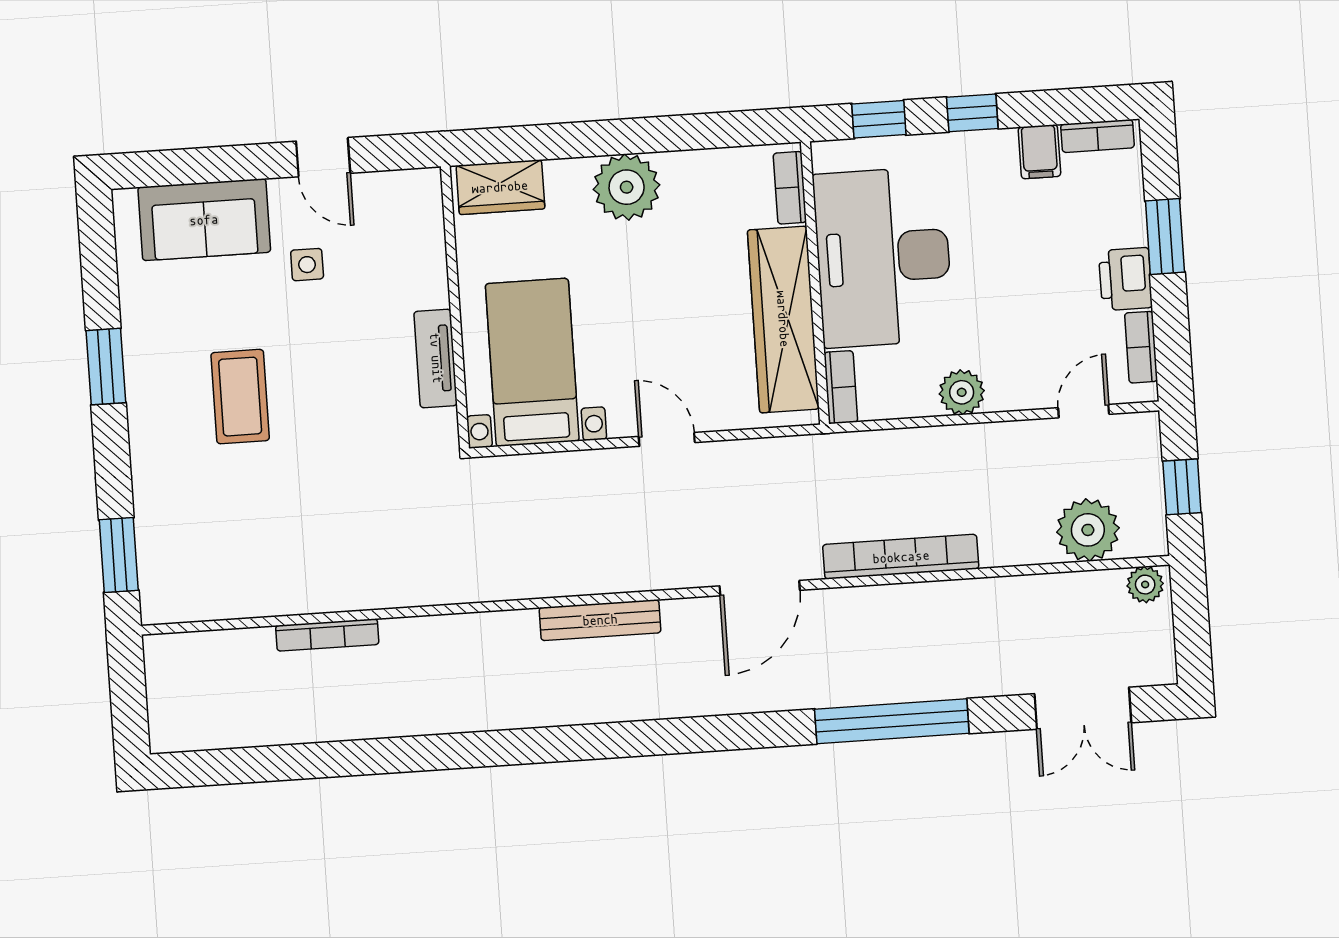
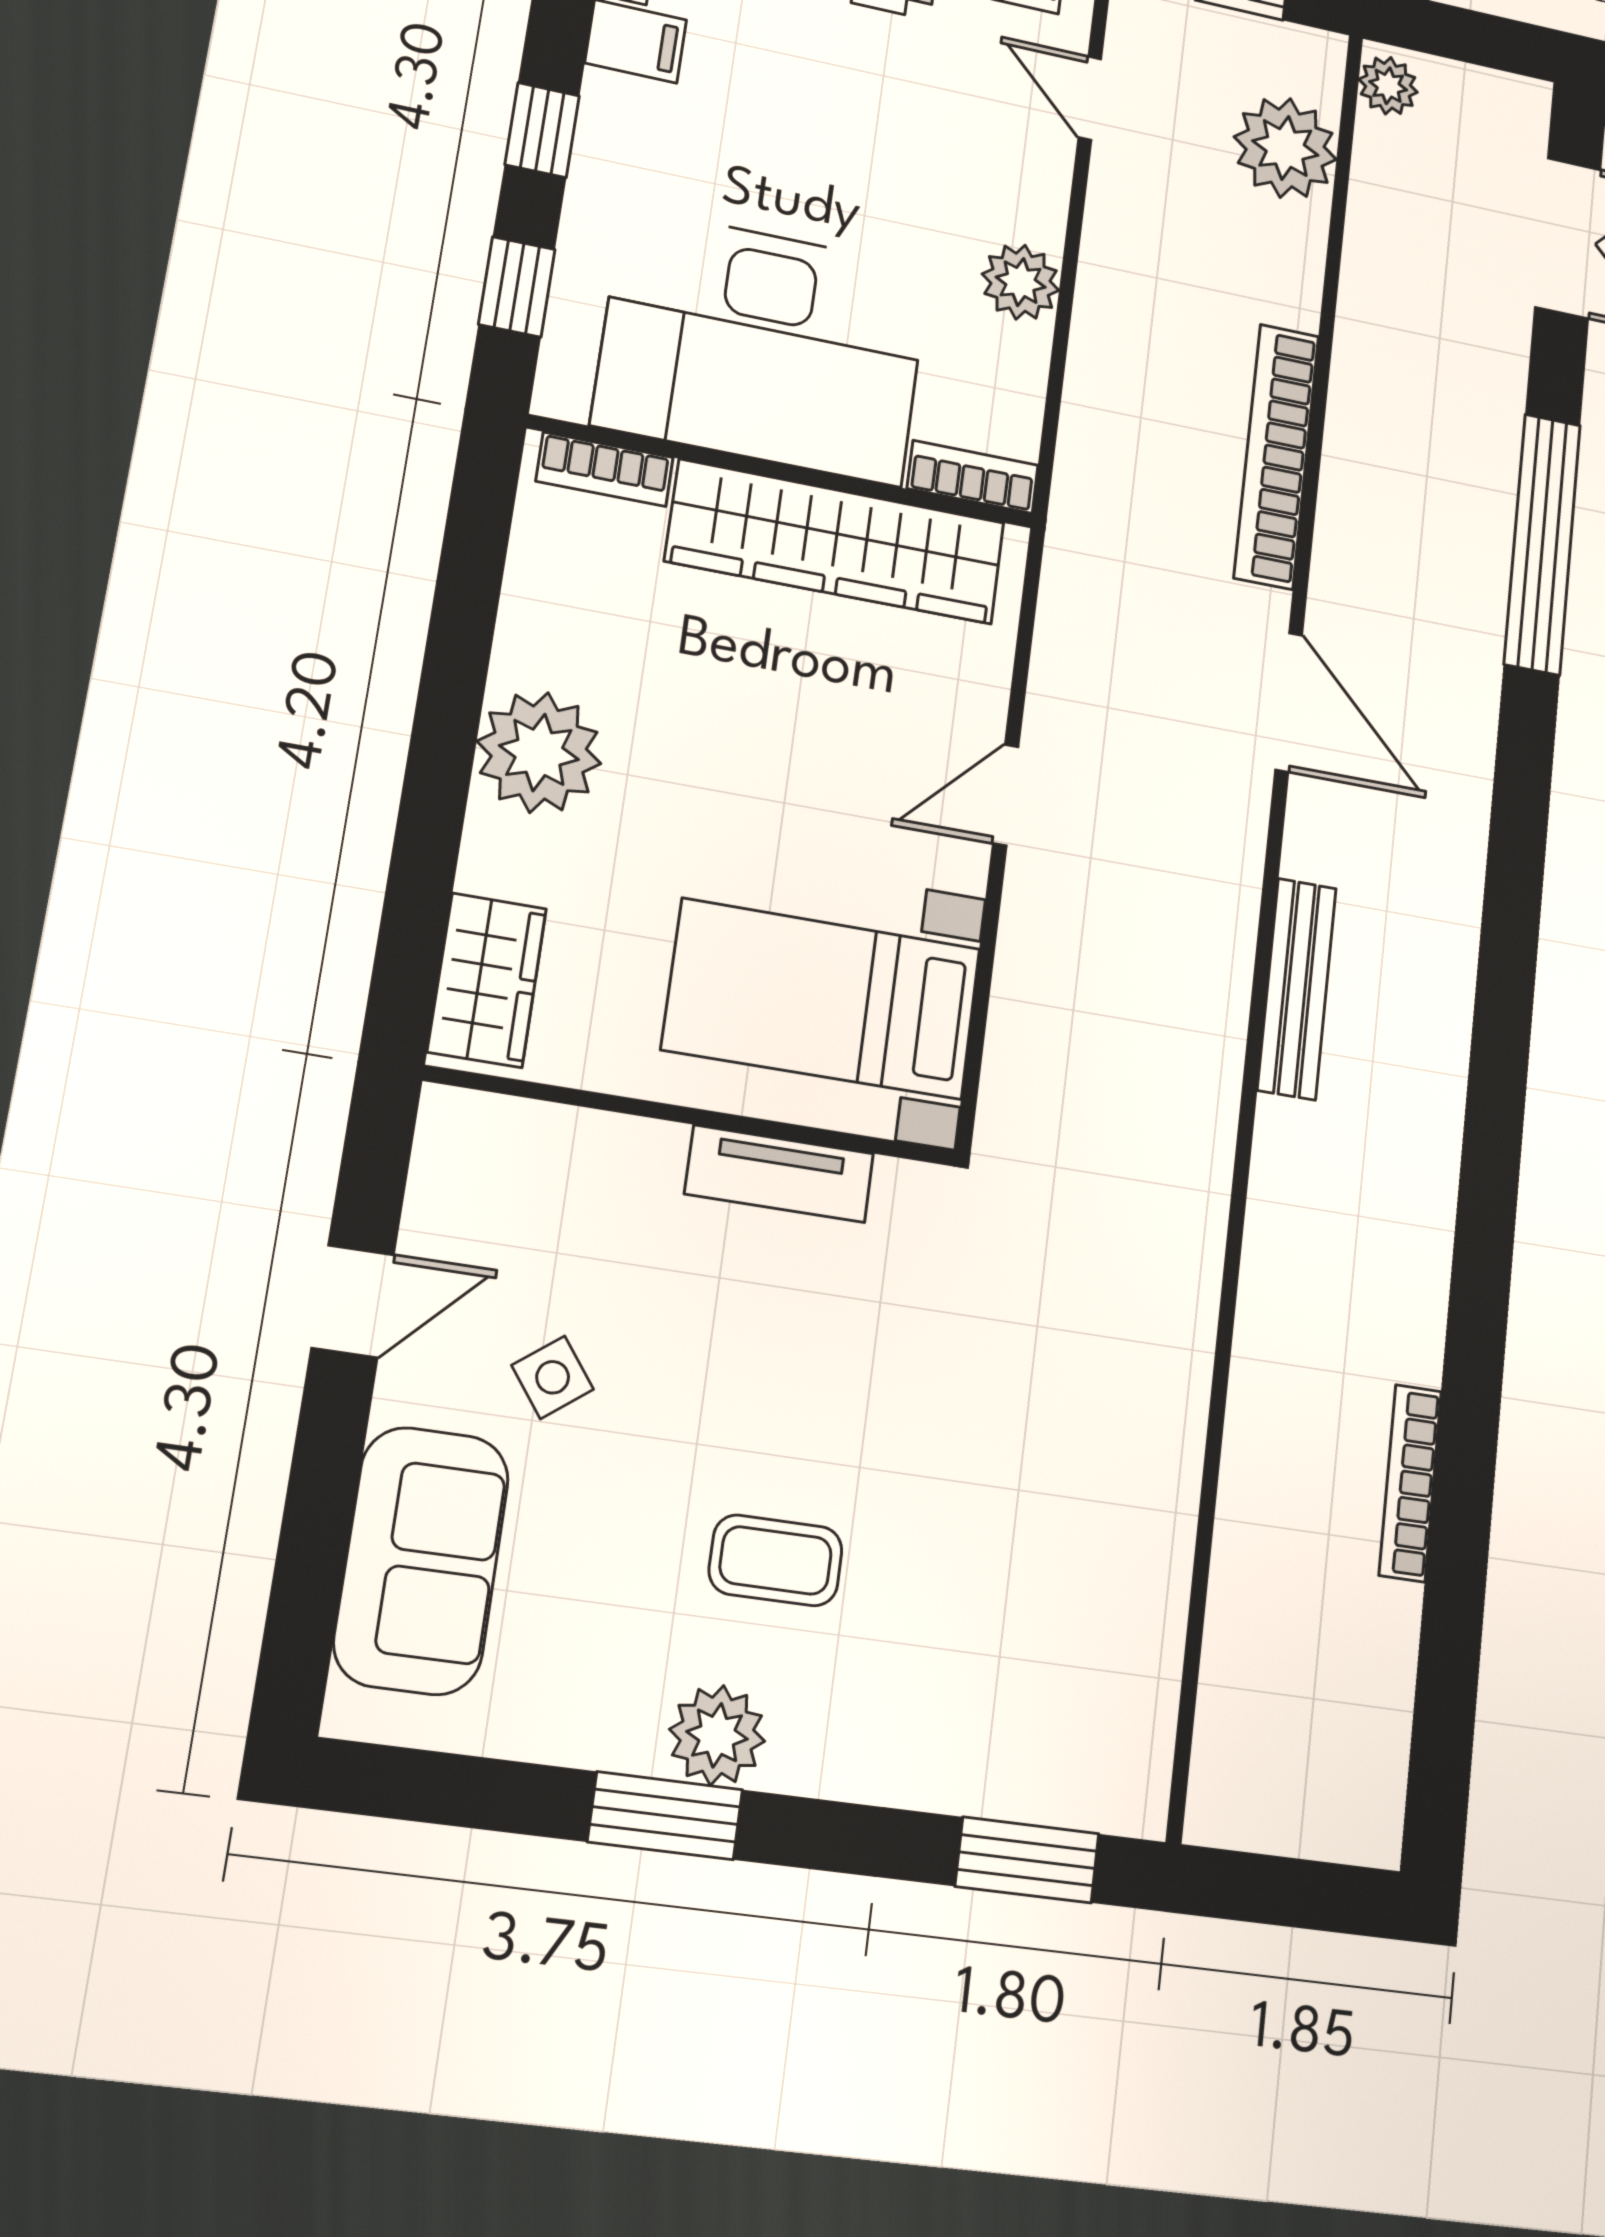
side table: (307, 265) -> (553, 1377), turned -37
plant: (149, 384) -> (717, 1735), added
coffee table: (240, 397) -> (776, 1560), width x0.73, depth x0.77
bookcase: (327, 635) -> (1410, 1483), moved, turned 180

